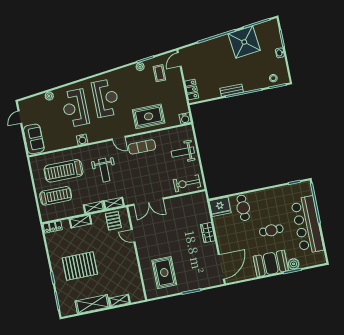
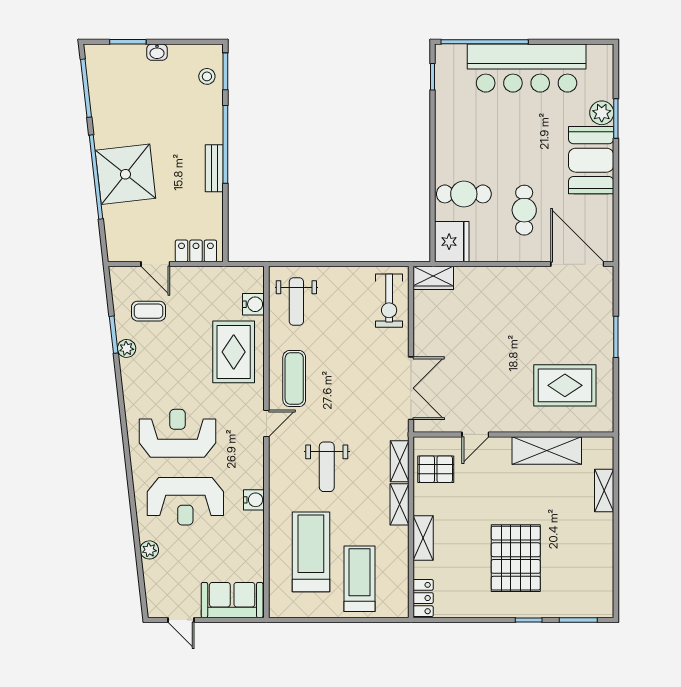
shower: (244, 42) -> (125, 174), moved
door: (179, 60) -> (155, 264), moved
water cooler: (185, 118) -> (253, 304), moved
weight bench: (183, 152) -> (296, 302), moved
weight bench: (104, 170) -> (327, 467), turned 90
treadmill: (64, 171) -> (311, 552), turned 180
cafe table: (271, 230) -> (524, 210), moved
wardrobe: (208, 233) -> (433, 278), moved
shelving: (92, 304) -> (547, 450), moved, turned 90

